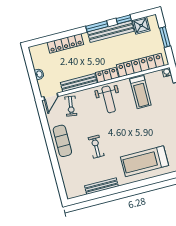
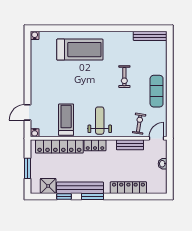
bench: (79, 83) -> (130, 145), width x0.73
bench: (101, 186) -> (150, 36), moved

